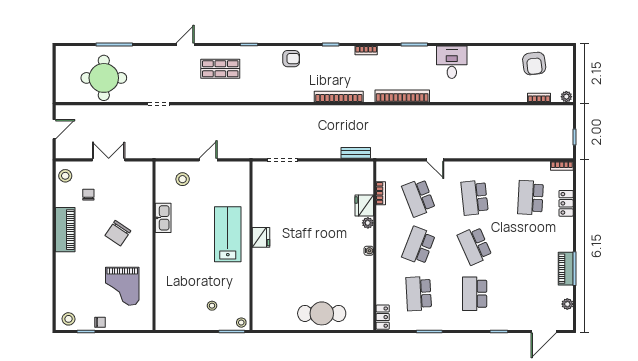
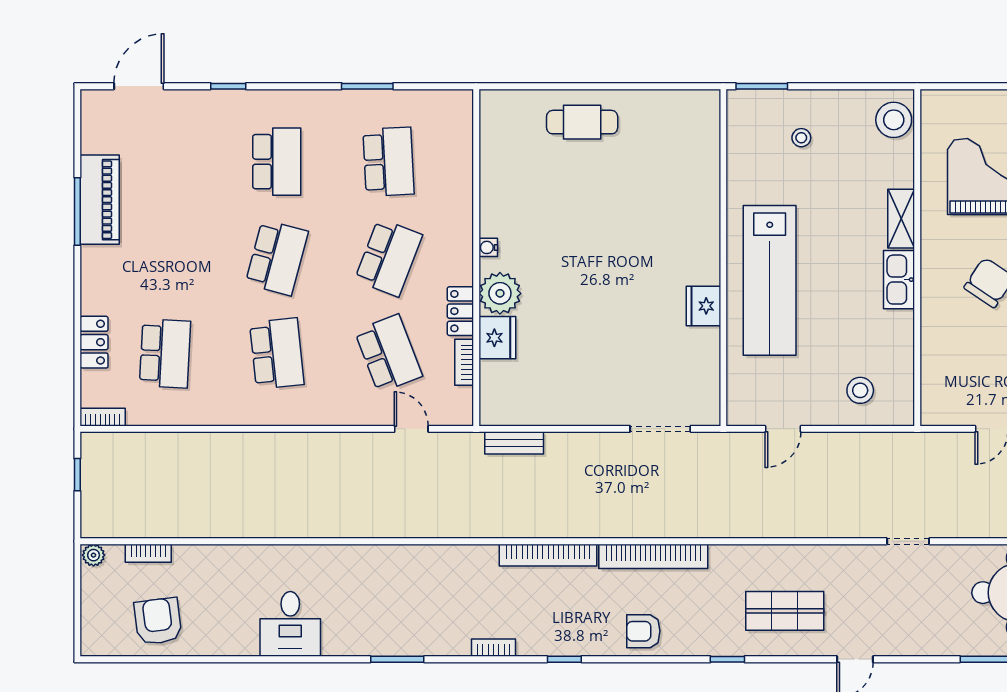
desk: (452, 62) -> (290, 624), moved
bookcase: (402, 96) -> (653, 556), moved
door: (208, 160) -> (783, 429), moved
door: (435, 160) -> (411, 429), moved
kitchen sink: (163, 218) -> (899, 280), moved
plant: (368, 223) -> (500, 293), width x1.87, depth x1.87
lab bench: (228, 234) -> (770, 280), width x1.36
fridge: (261, 237) -> (704, 306), moved
school desk: (475, 246) -> (277, 258), turned 39
shelving: (162, 265) -> (901, 219), added
piano: (566, 269) -> (100, 200), width x1.37, depth x1.33
plant: (567, 304) -> (92, 141), removed
cafe table: (322, 313) -> (582, 122), width x0.73, depth x0.74
locker: (383, 317) -> (460, 311), moved
stool: (241, 323) -> (894, 120), moved, width x1.89, depth x1.89

